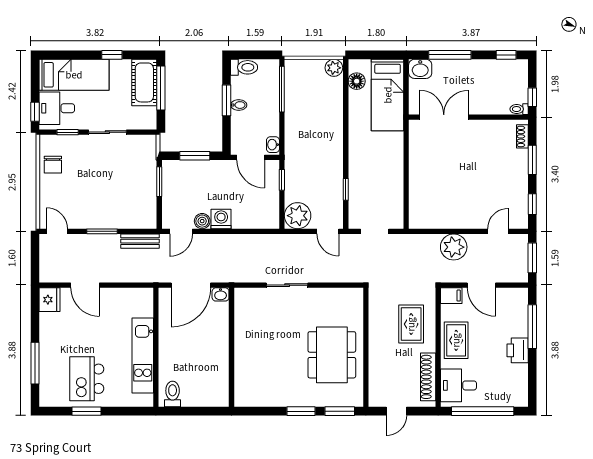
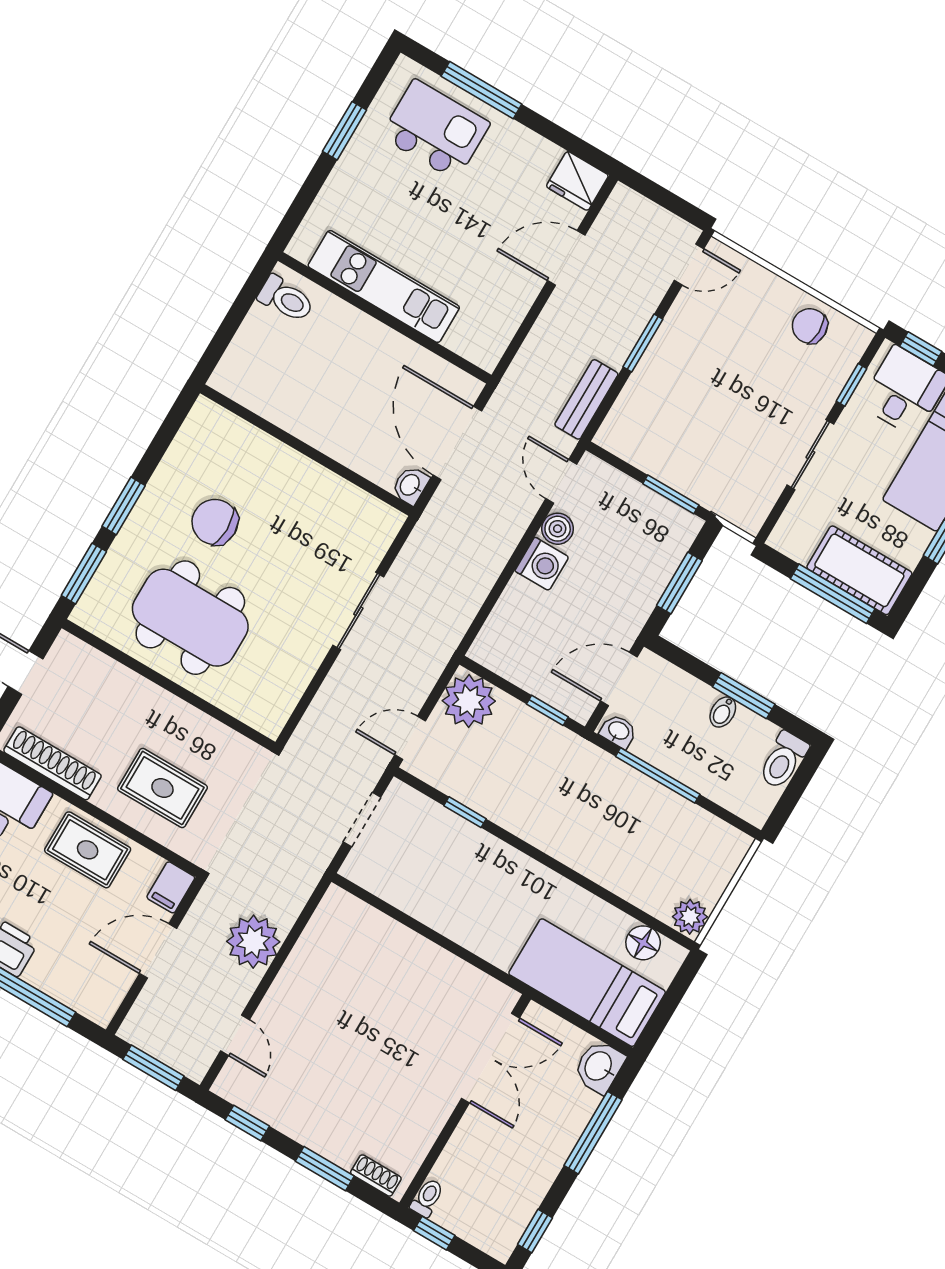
window: (282, 89) -> (658, 775), moved
chair: (285, 368) -> (215, 522), added
kitchen island: (87, 379) -> (435, 130), moved

